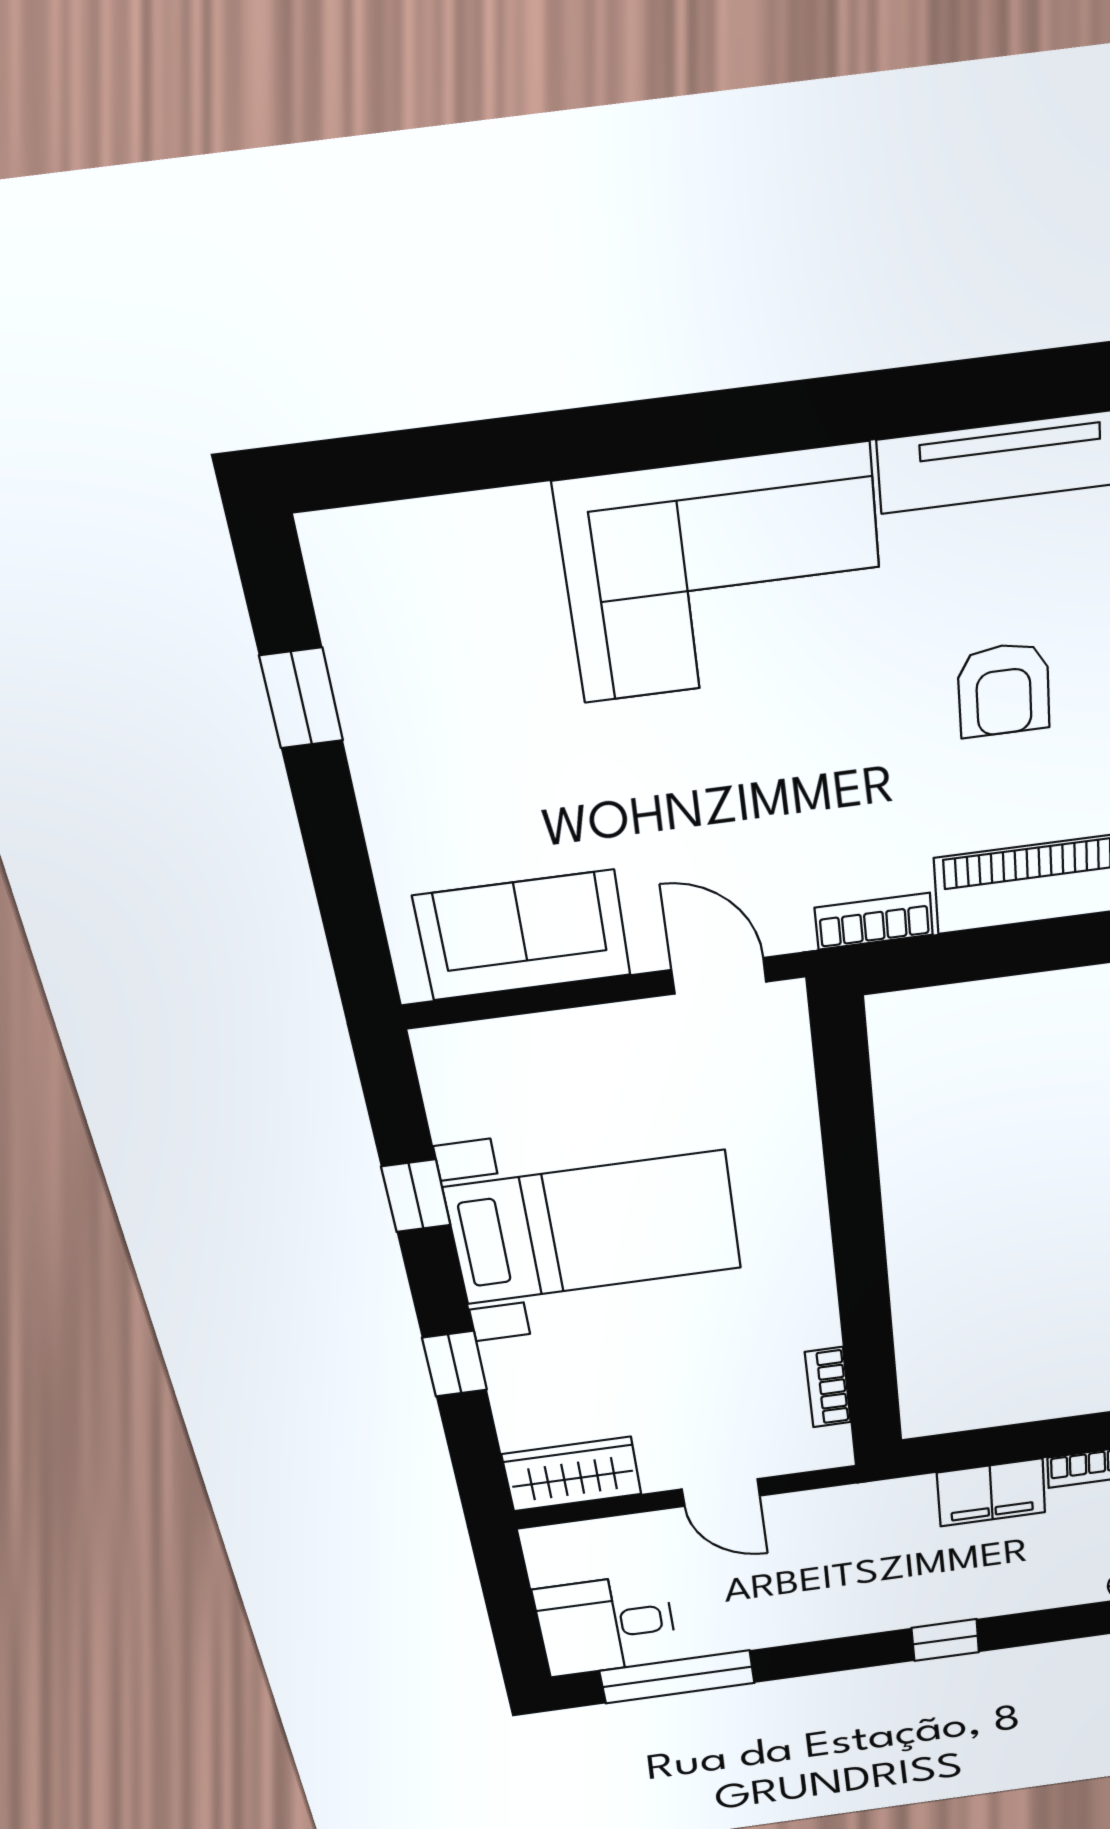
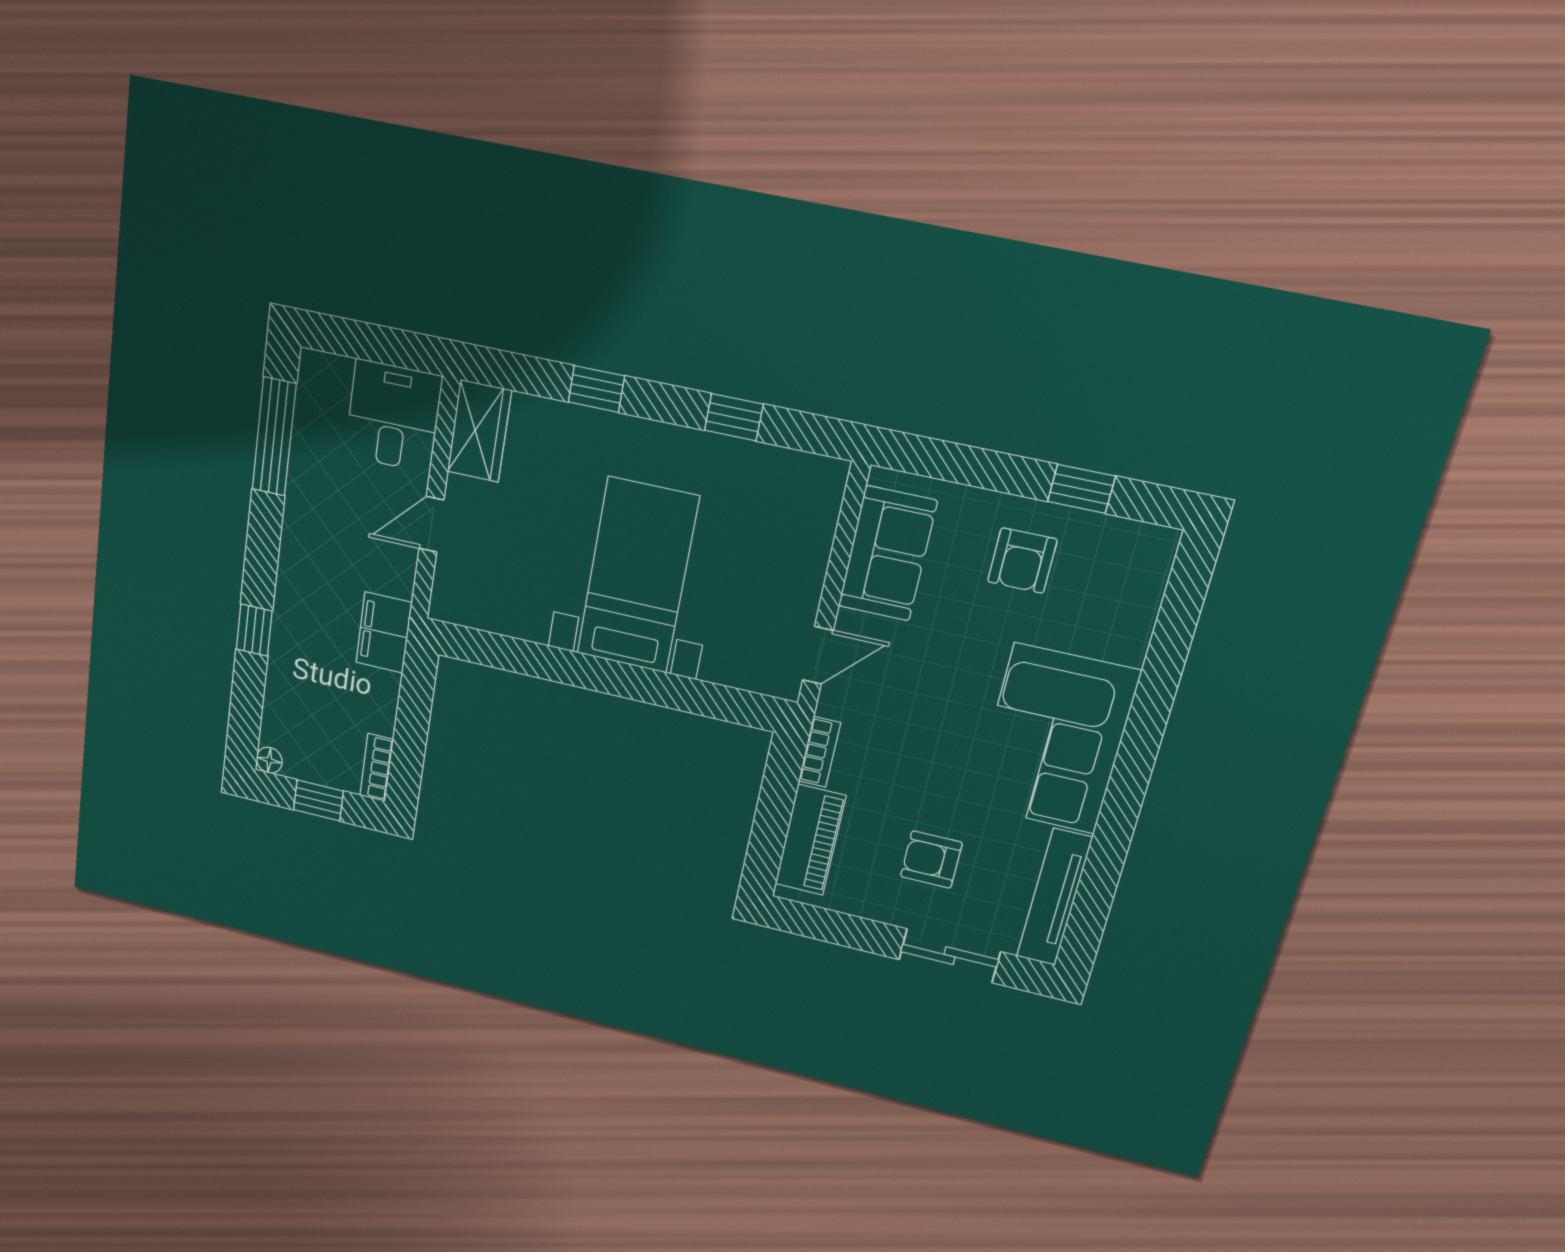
armchair: (450, 741) -> (1022, 561), added
bed with nightstands: (594, 1228) -> (637, 576), moved, turned 180
bookcase: (828, 1387) -> (496, 621), removed
filing cabinet: (991, 1493) -> (384, 633), moved
desk: (606, 1625) -> (393, 416), moved

